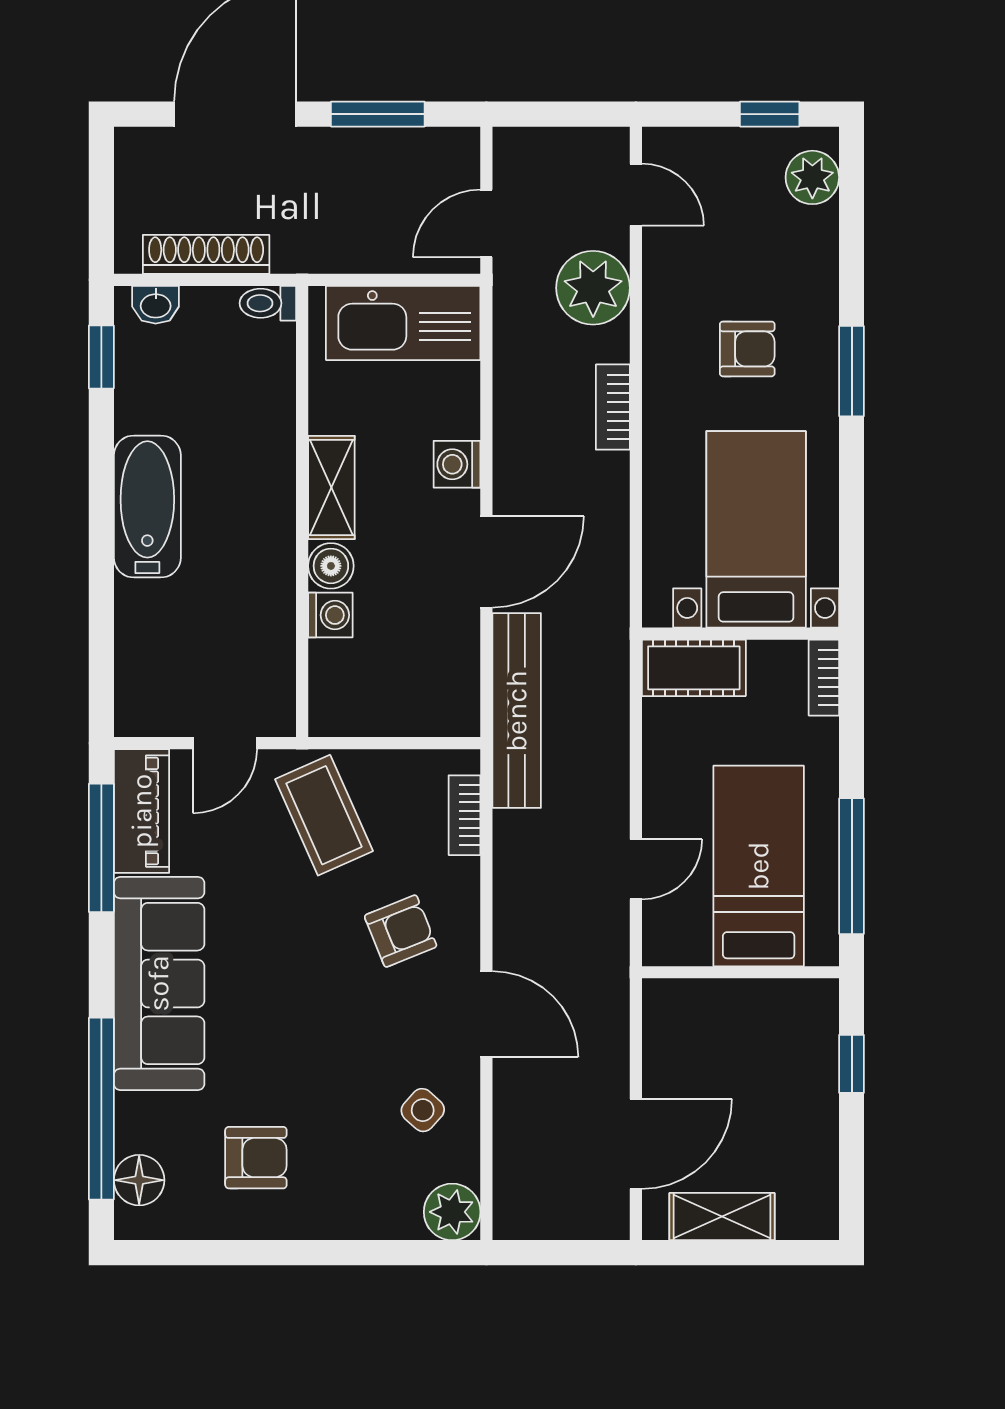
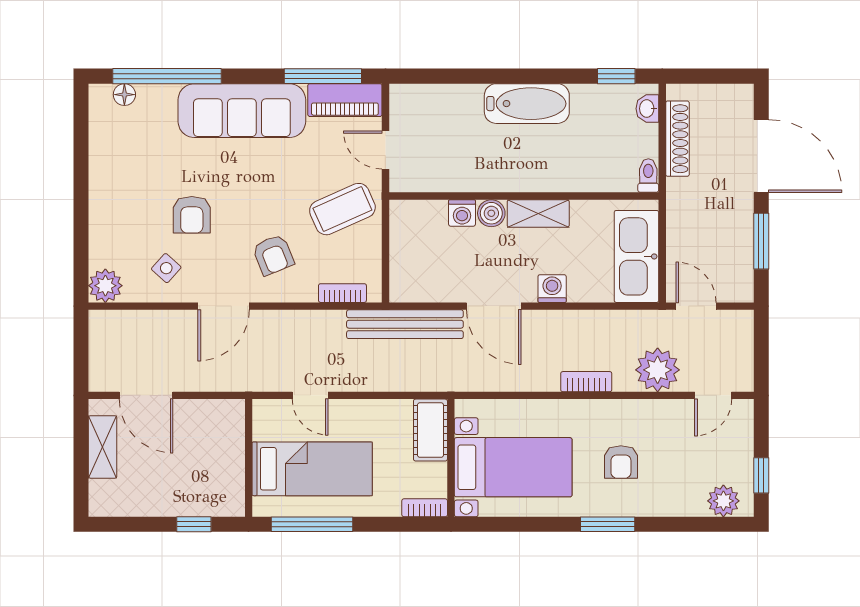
armchair: (256, 1158) -> (192, 215), moved
floor lamp: (139, 1180) -> (124, 95), width x0.73, depth x0.73

